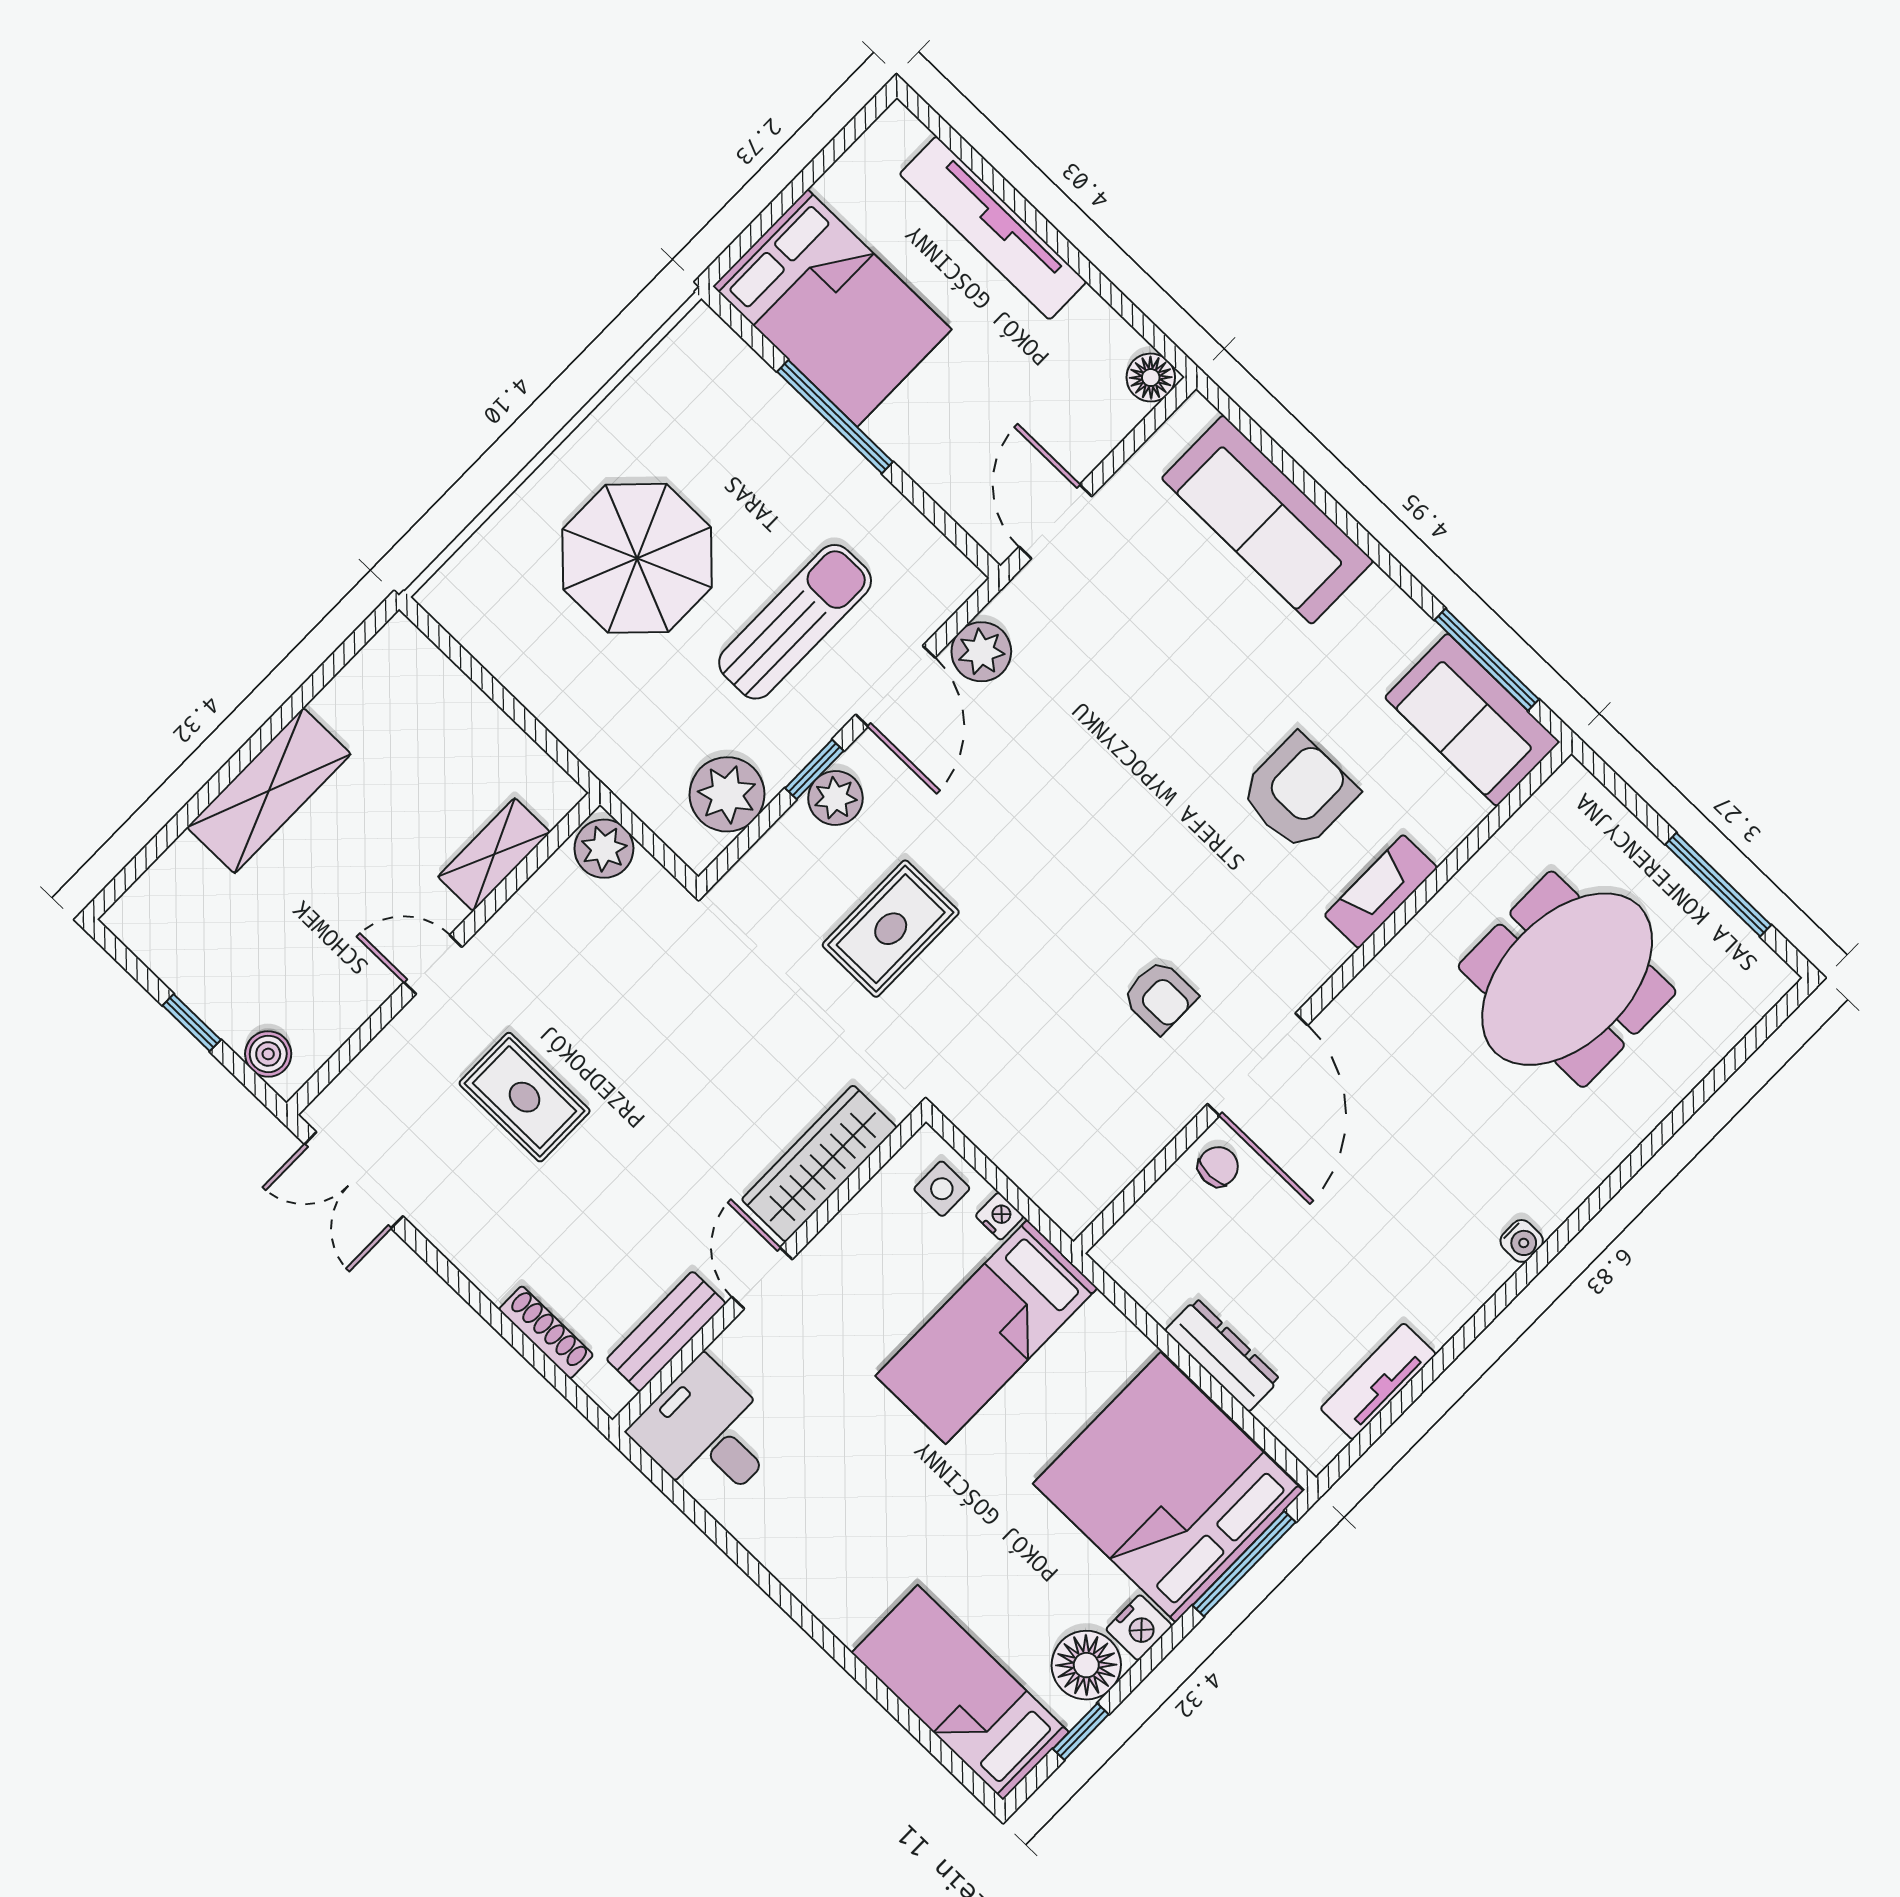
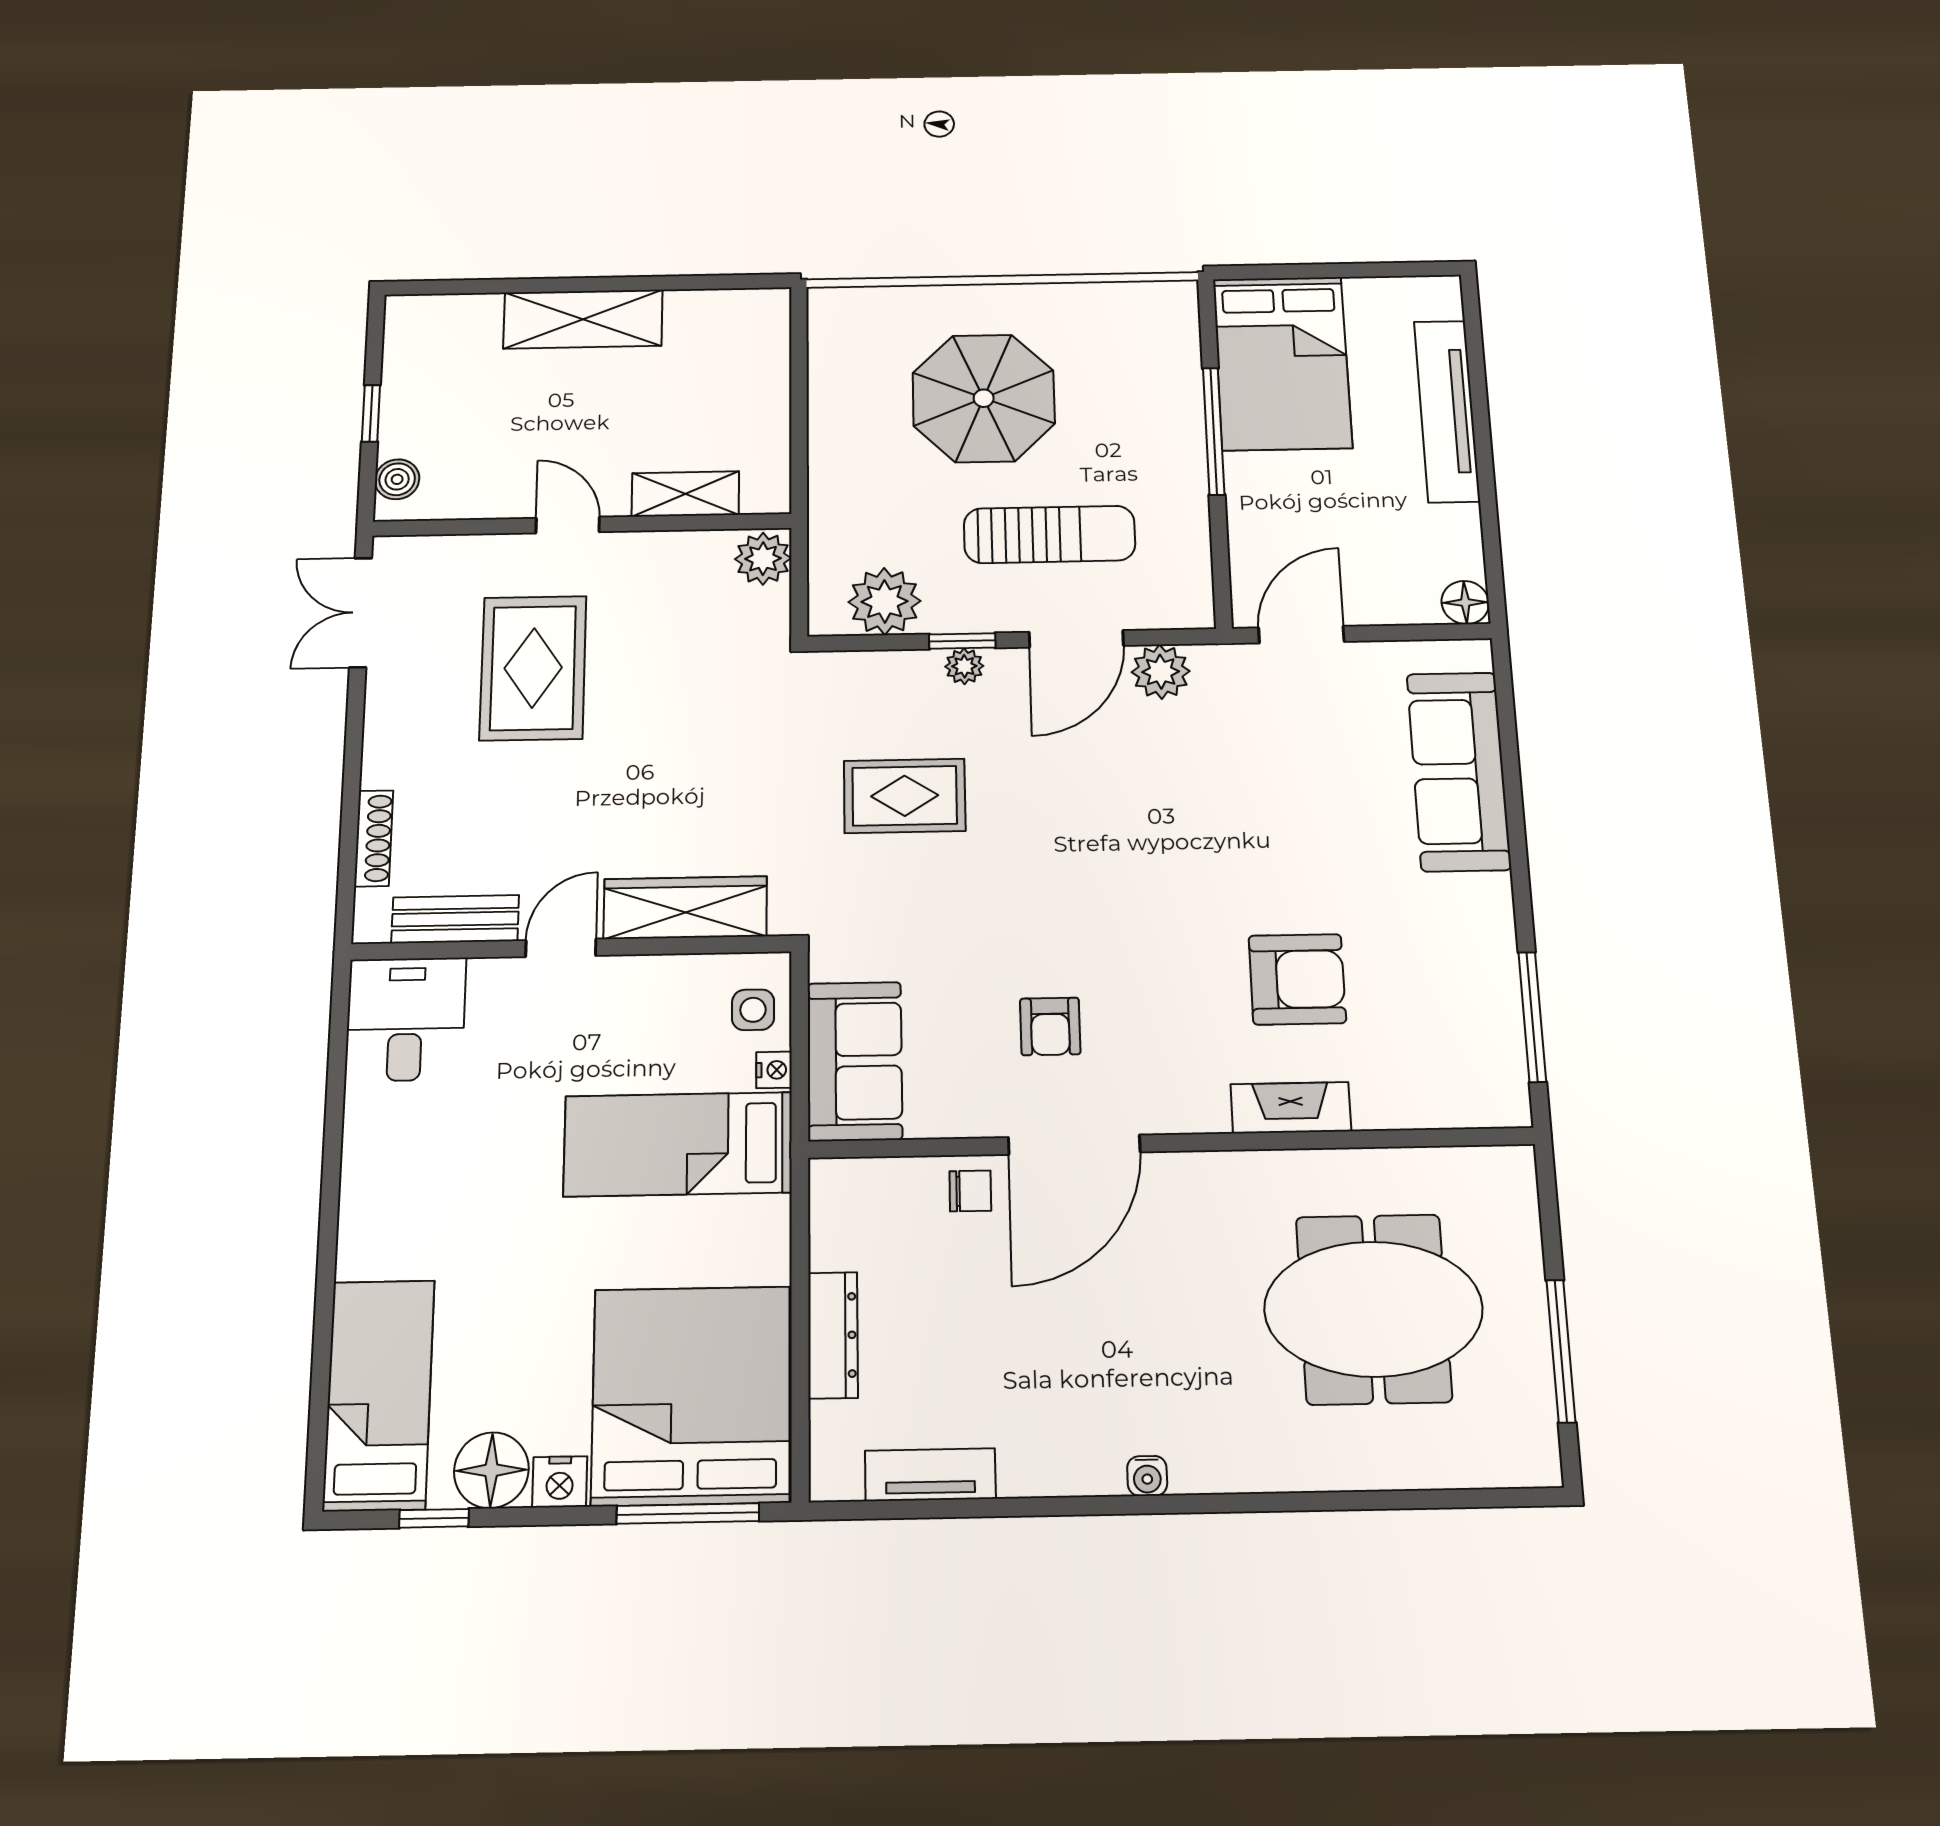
sofa: (1472, 720) -> (855, 1061), moved, turned 180
plant: (835, 798) -> (964, 666), width x0.73, depth x0.73
rug: (525, 1097) -> (533, 668), width x1.36, depth x1.43

